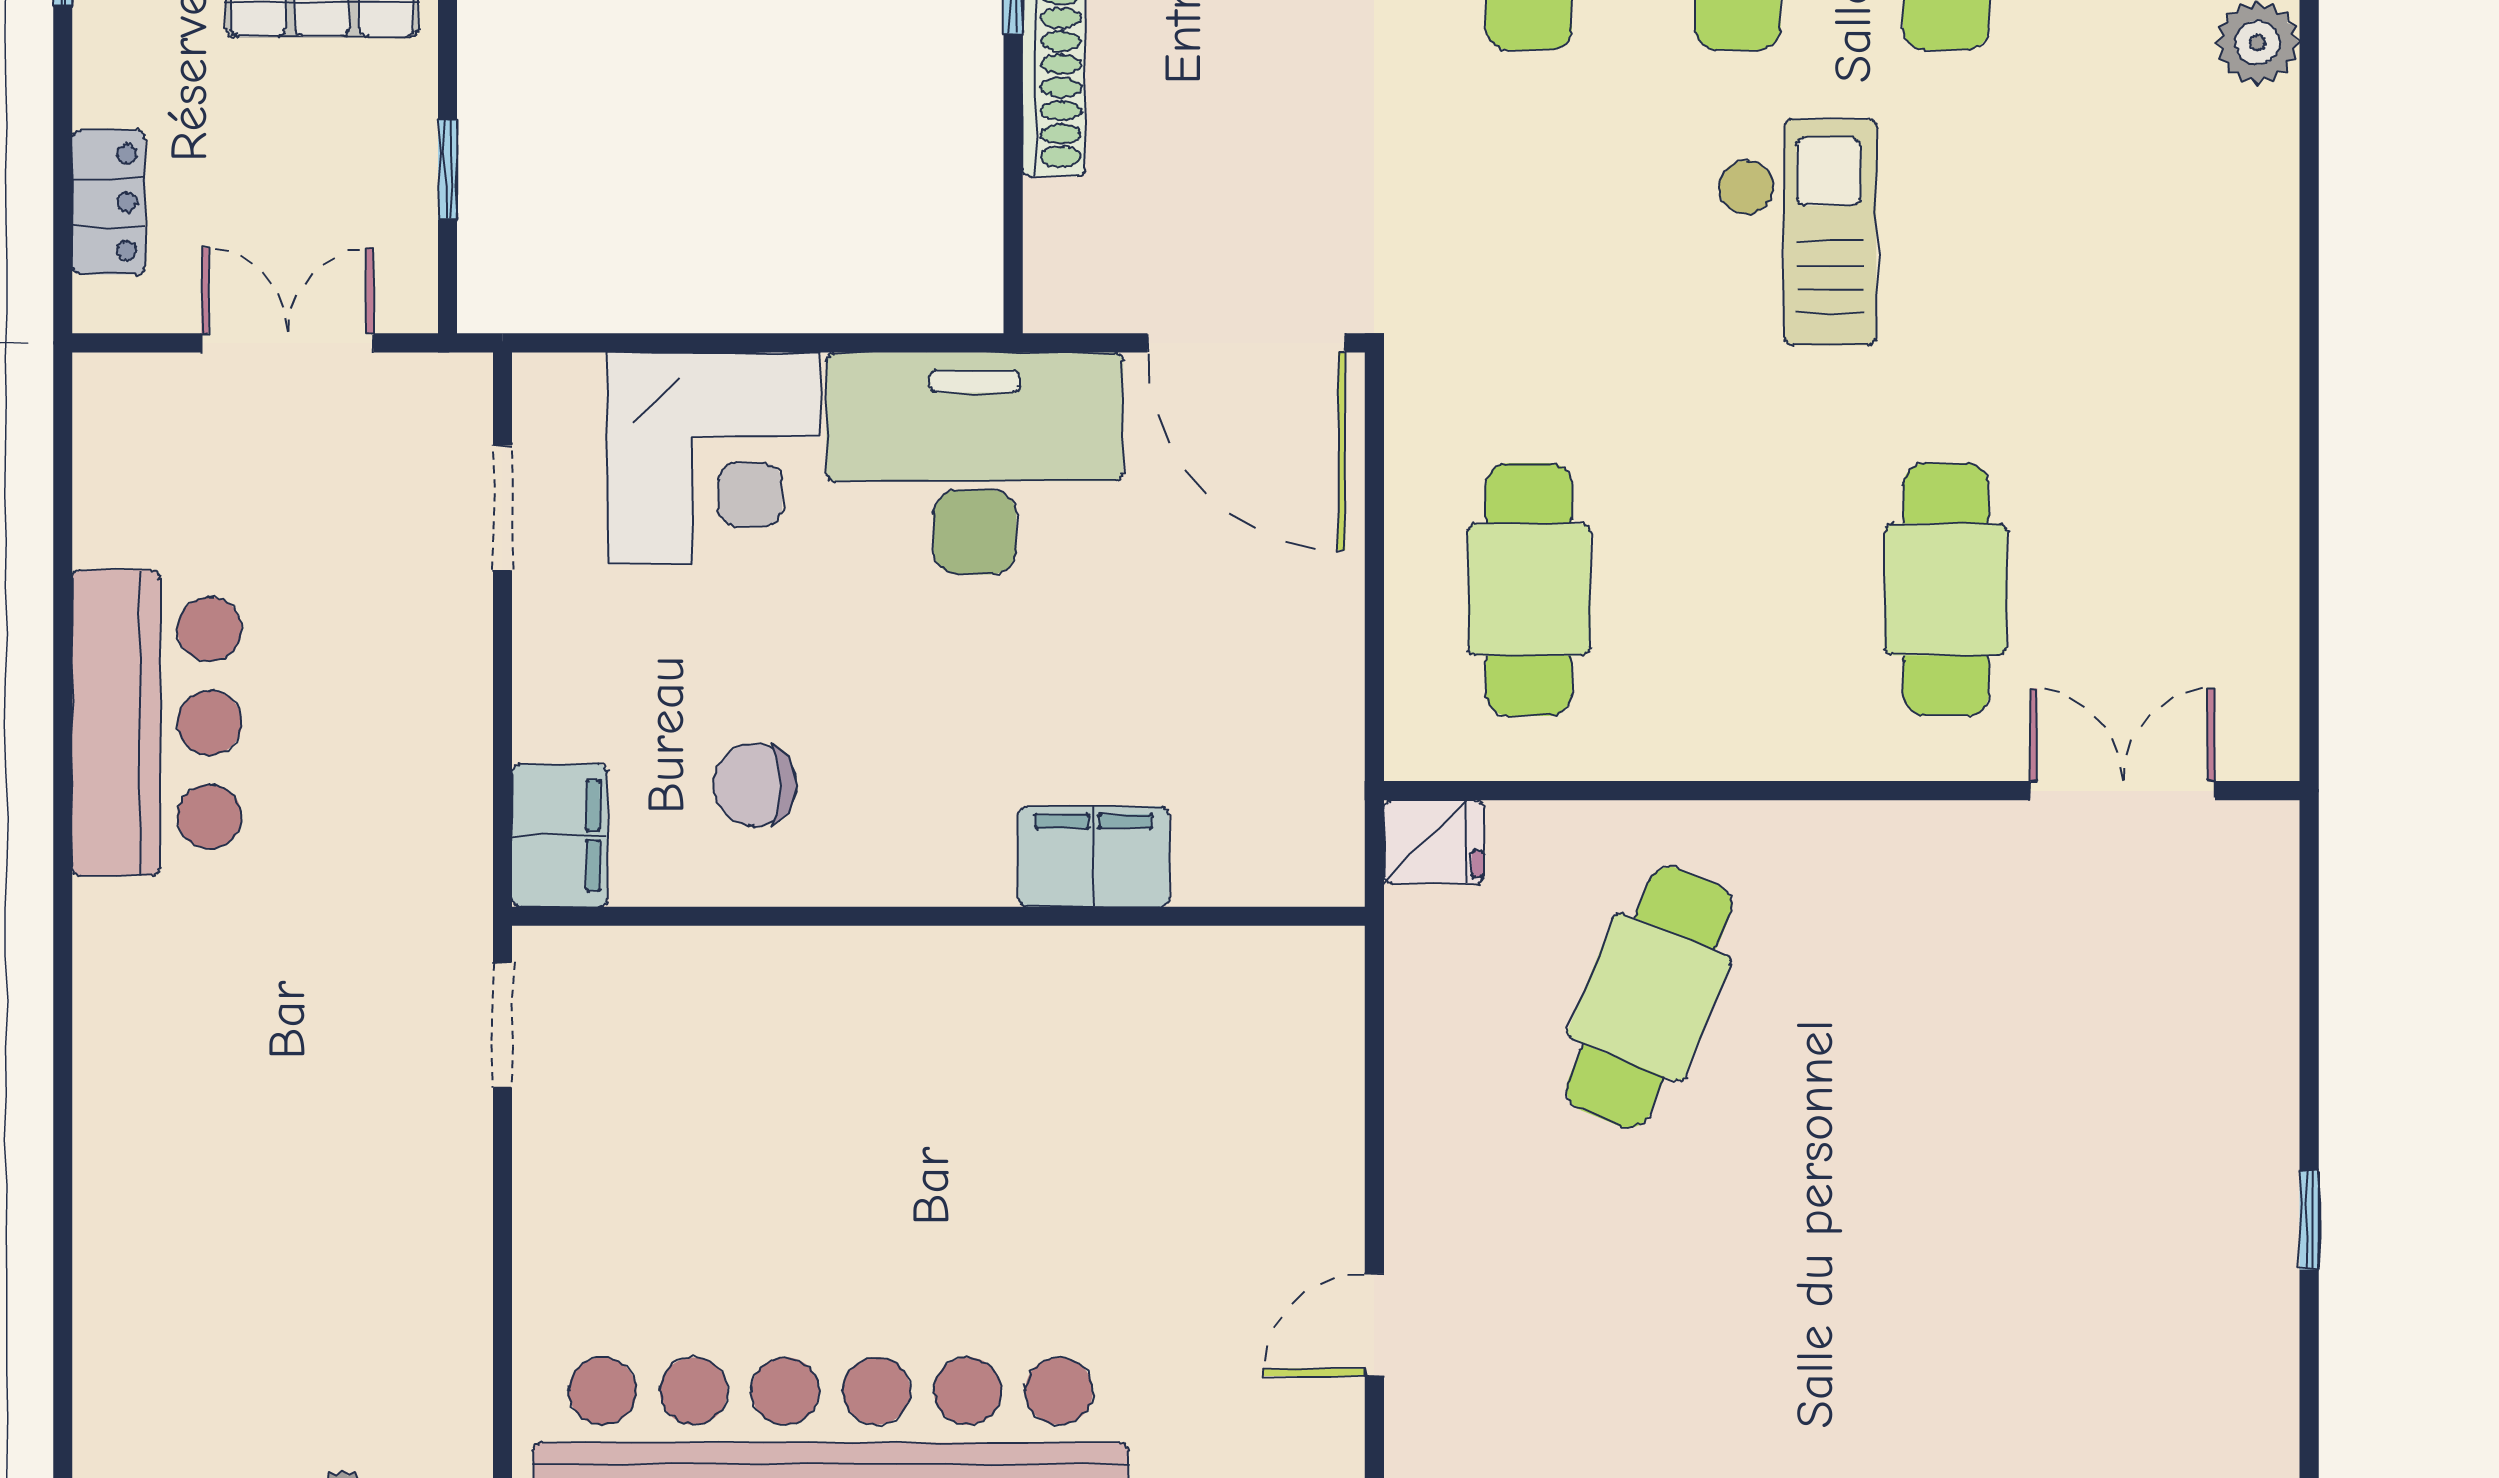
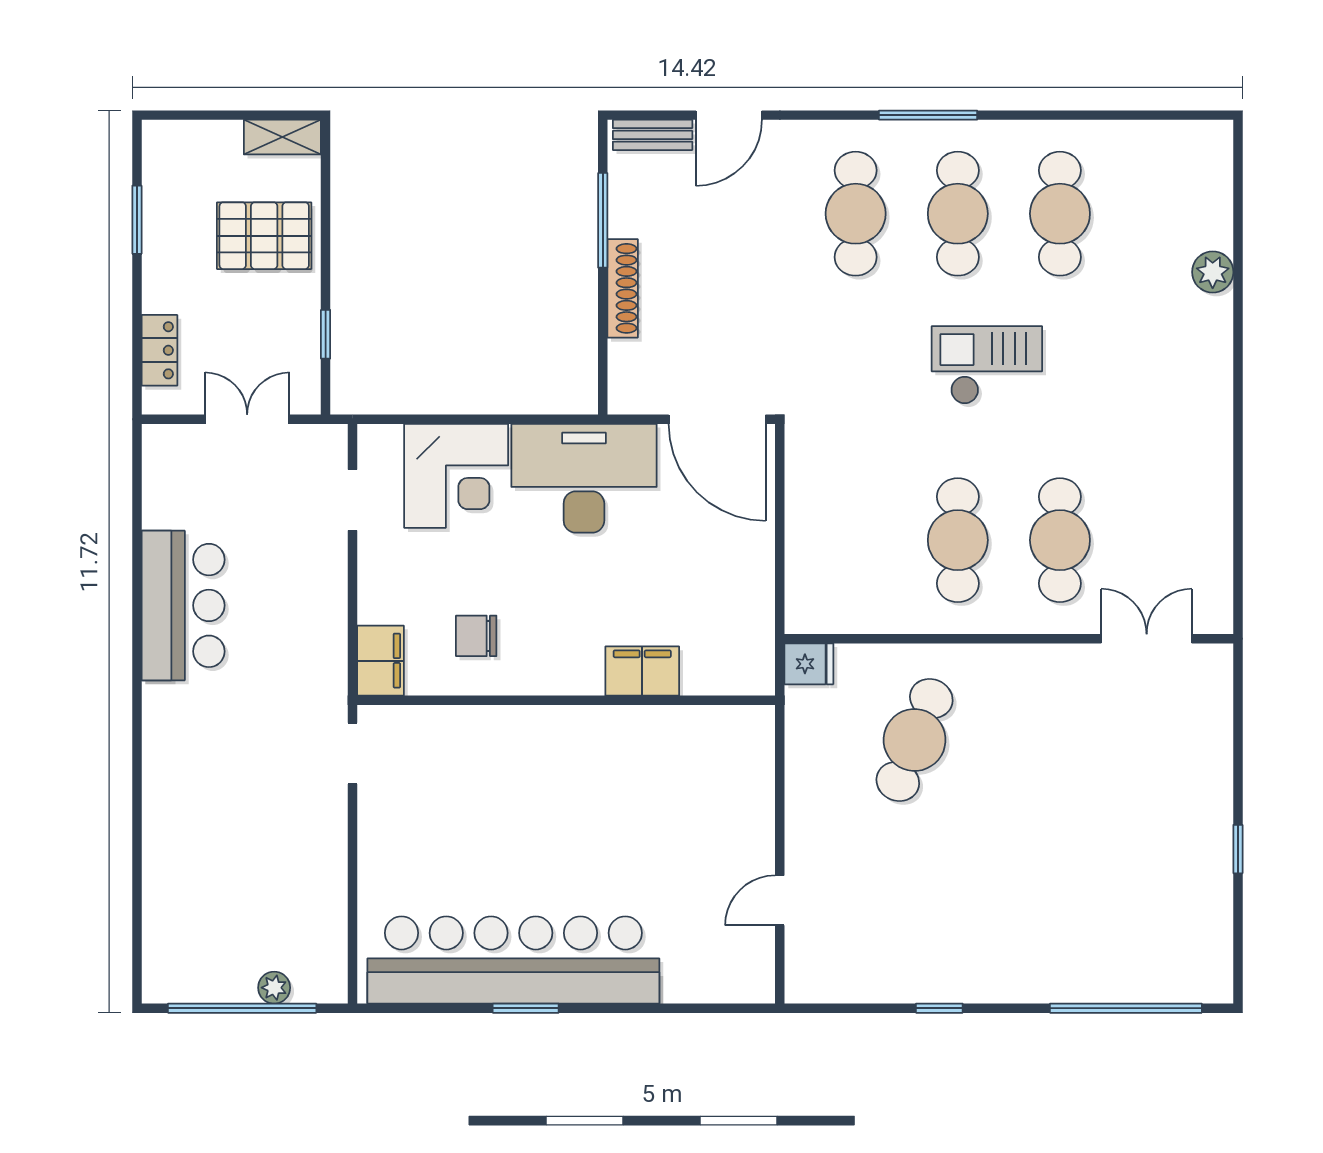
checkout: (1797, 232) -> (987, 365), turned -90
cafe table: (1529, 589) -> (958, 540), moved

